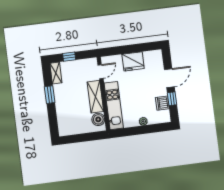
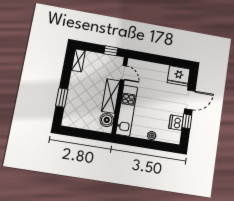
window: (69, 57) -> (111, 51), moved
fridge: (133, 61) -> (179, 76), moved
door: (101, 72) -> (124, 73), hinge flipped
window: (50, 95) -> (62, 97), moved

